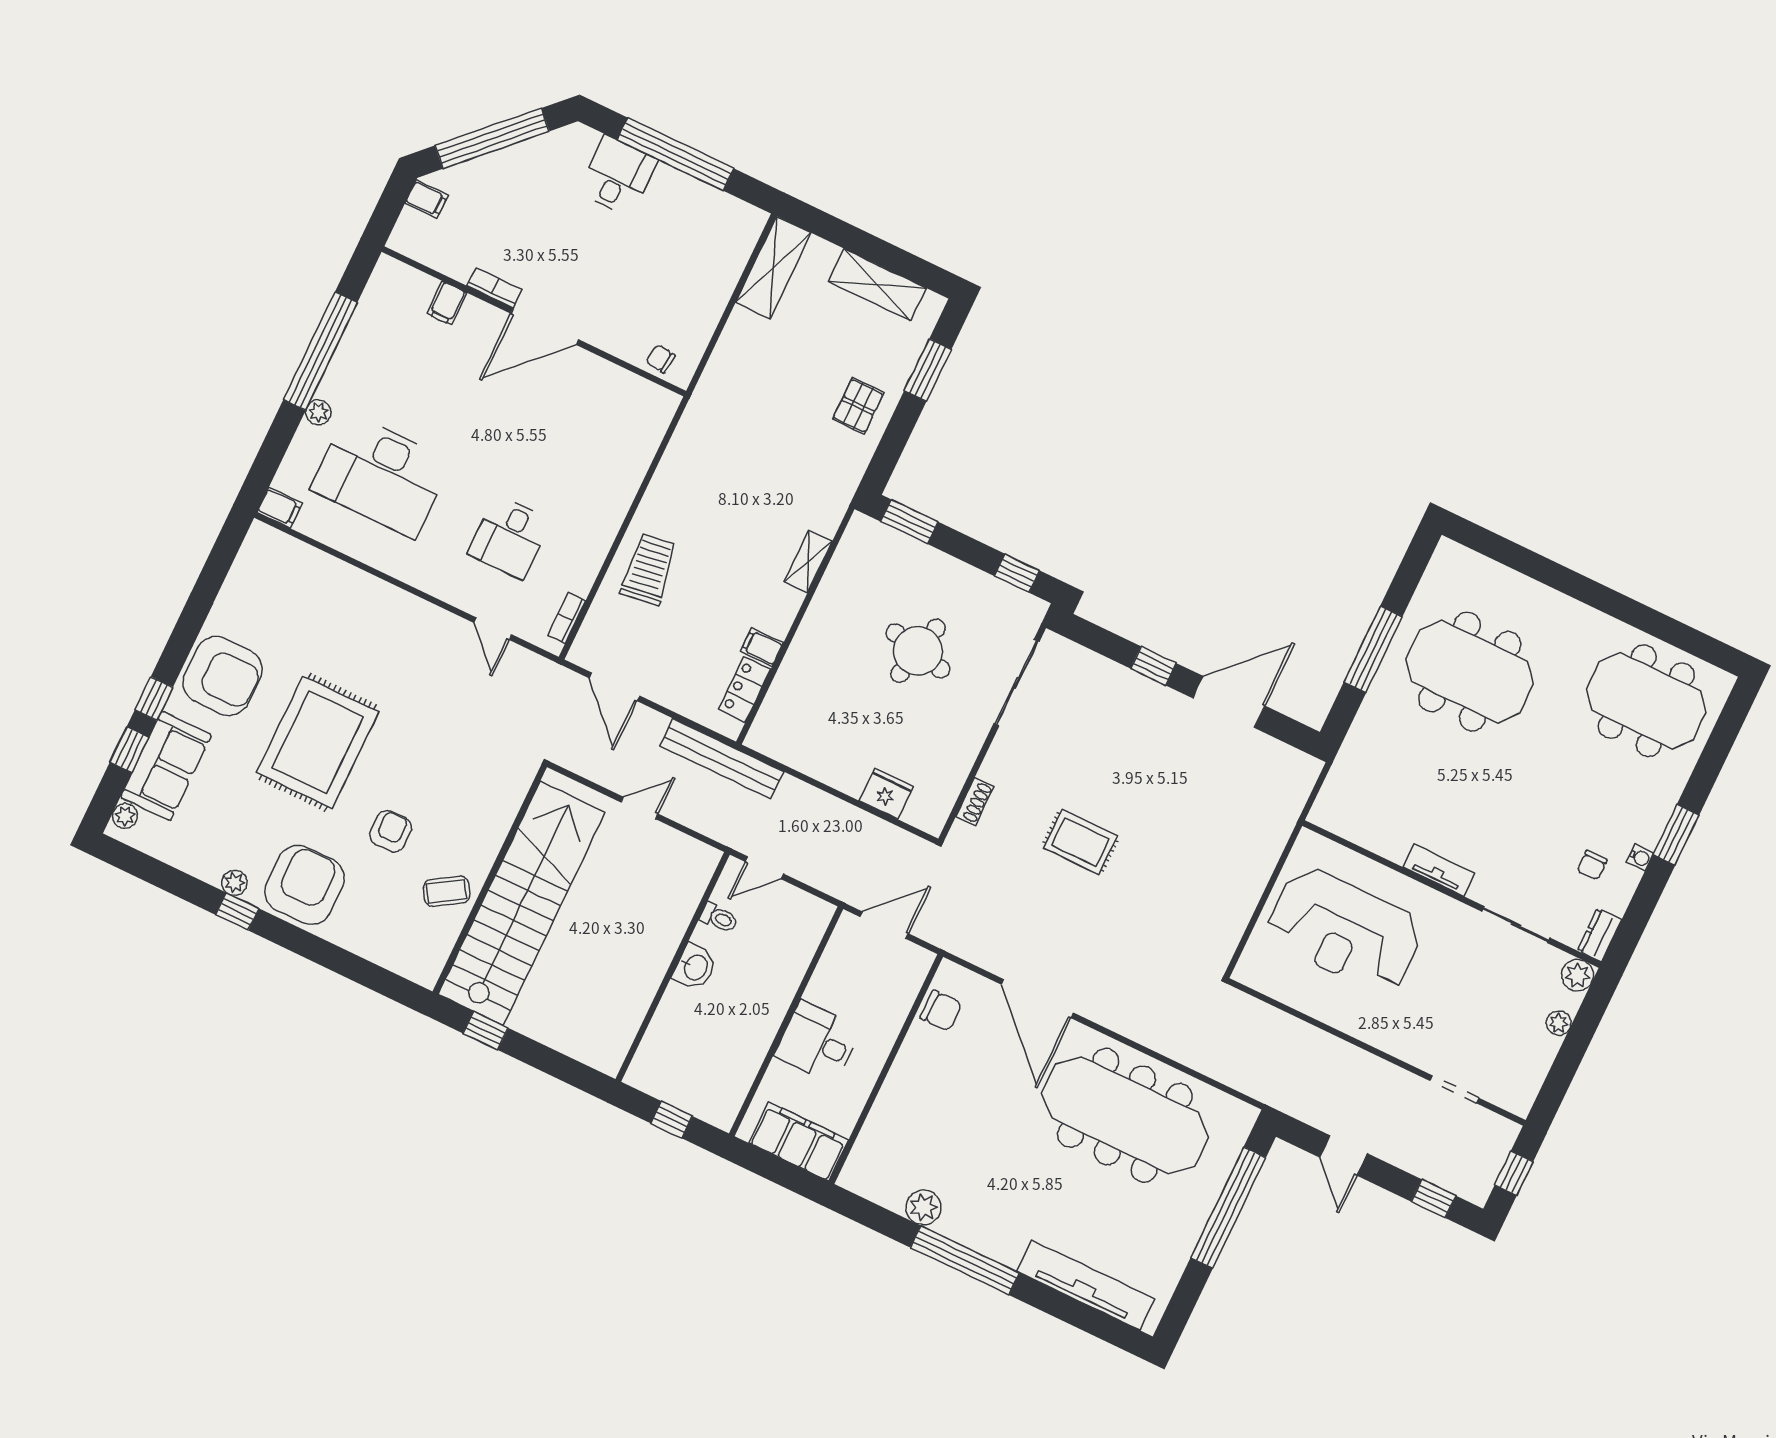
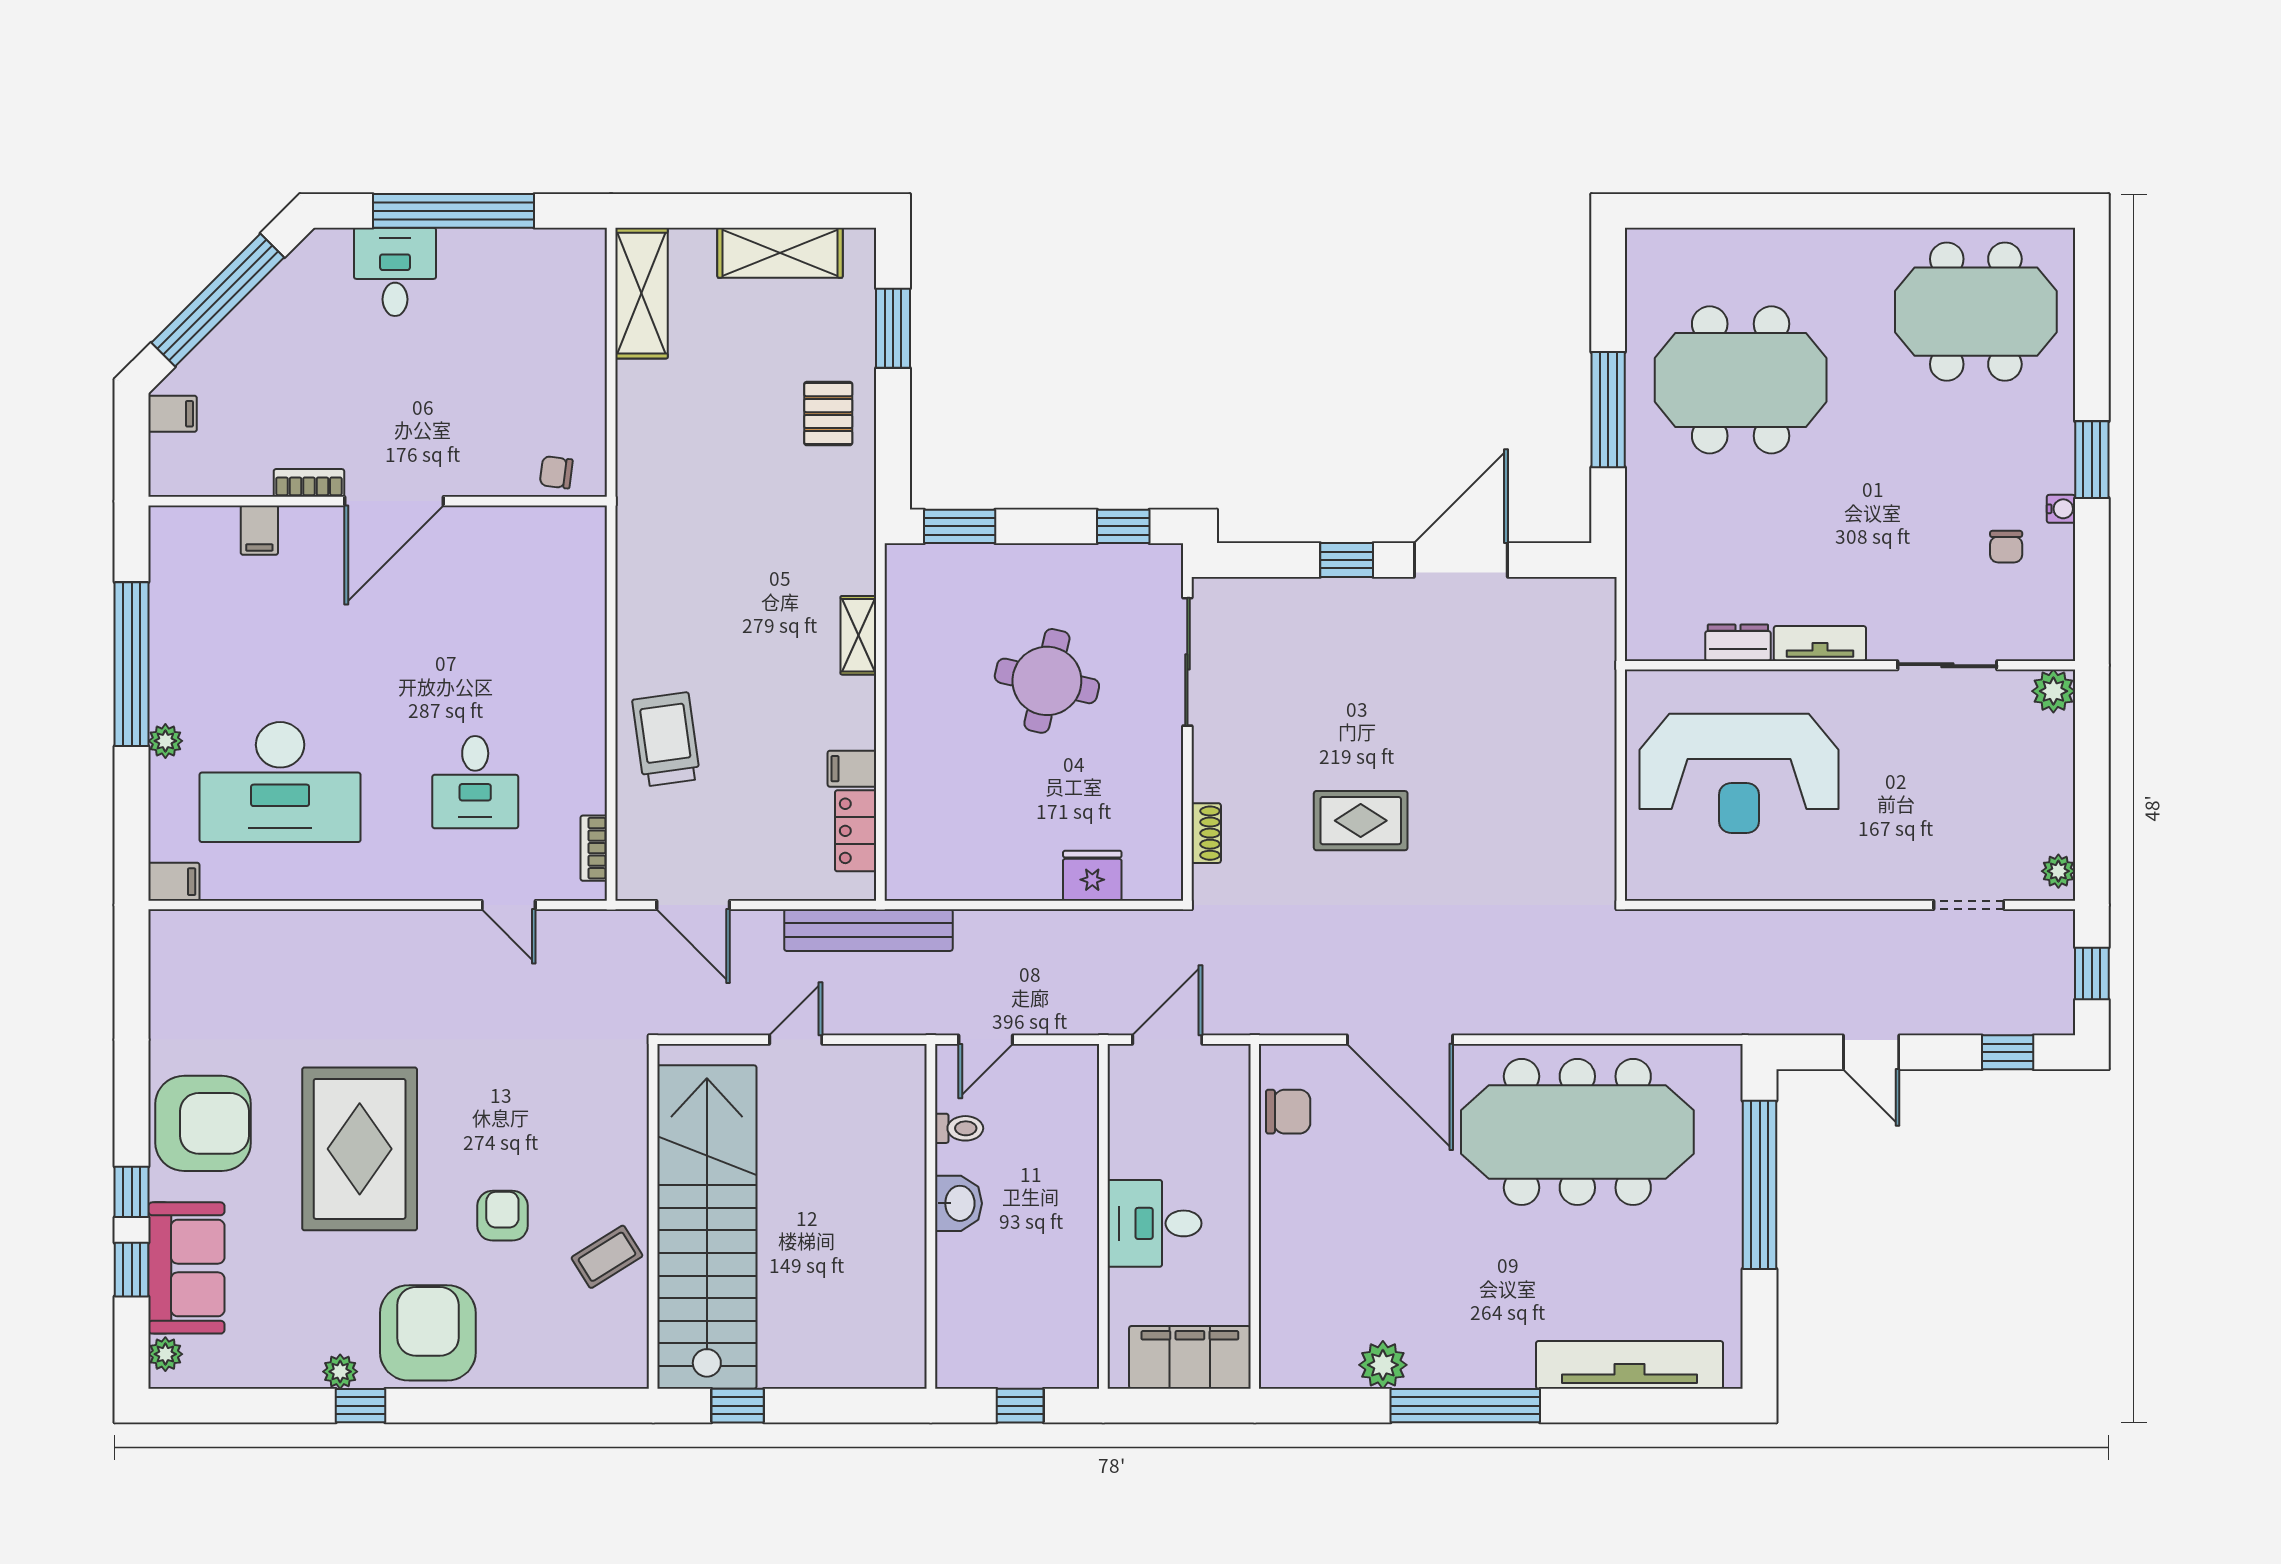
dresser: (1600, 935) -> (1738, 643), moved, turned 90
plant: (1559, 1023) -> (2058, 871), moved

